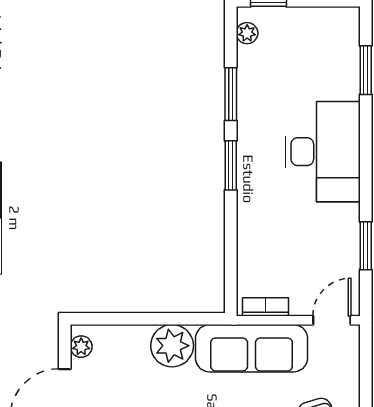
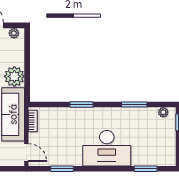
window: (231, 165) -> (82, 104), moved

